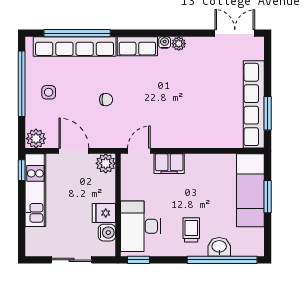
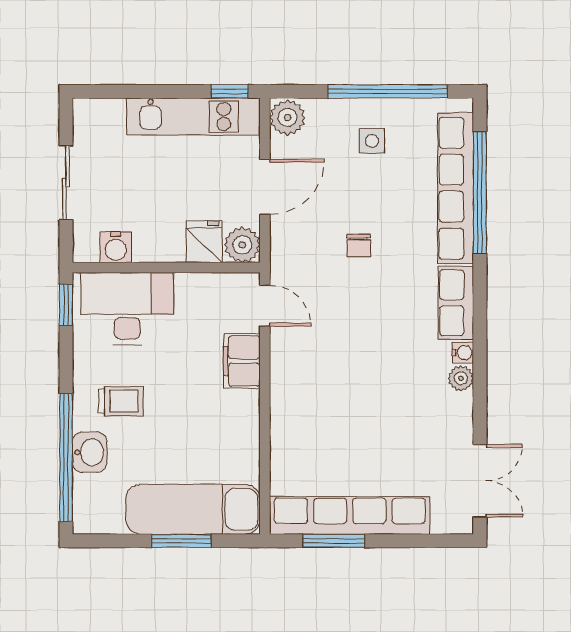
fridge: (104, 213) -> (204, 242), moved

